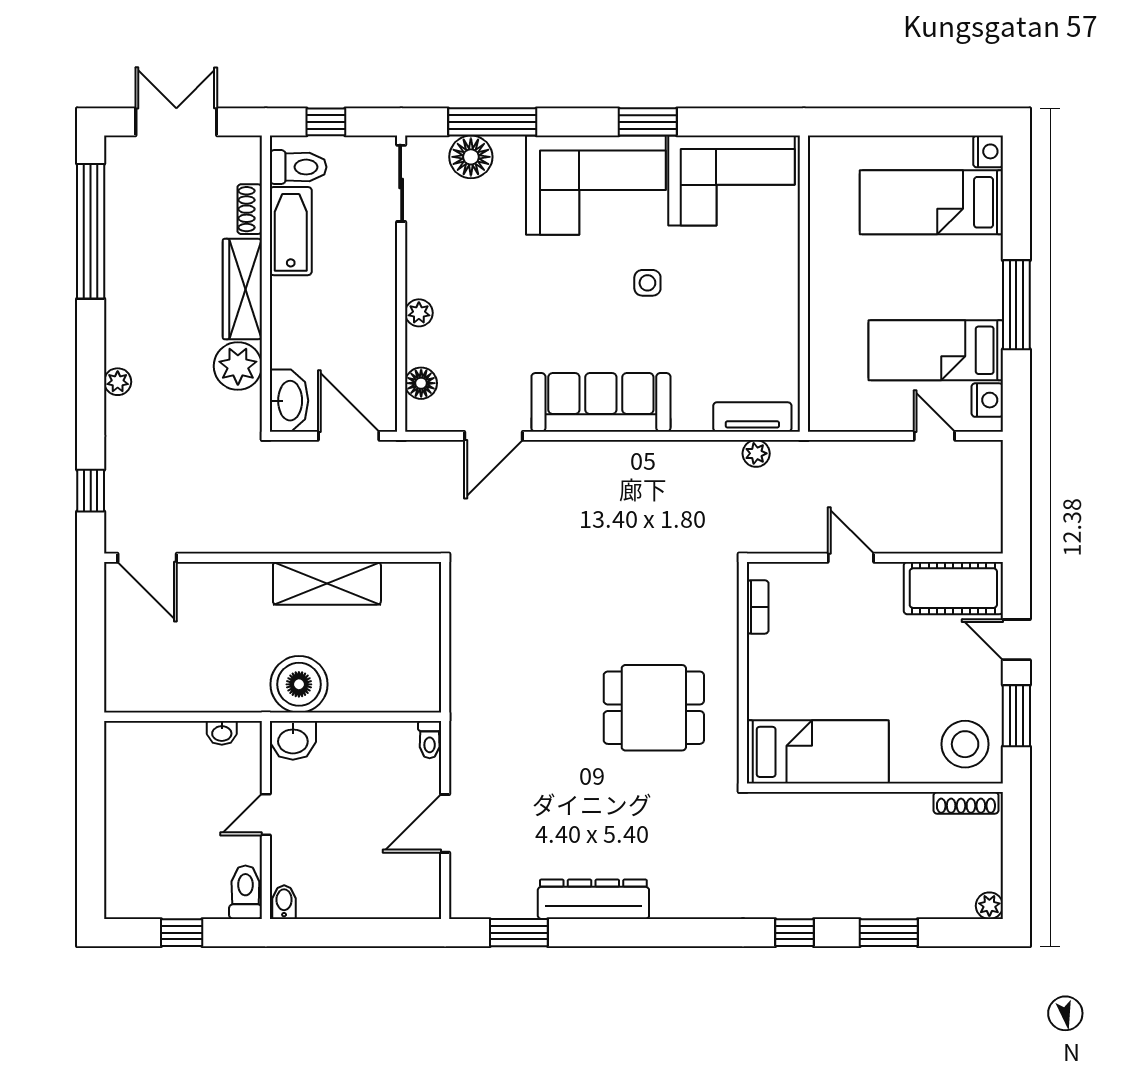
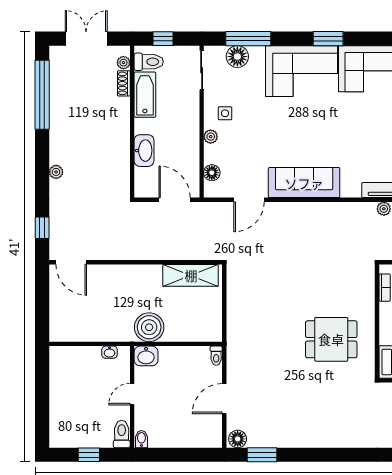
side table: (647, 283) -> (225, 113), moved
wardrobe: (242, 289) -> (120, 124), removed
plant: (238, 366) -> (123, 63), moved, width x0.53, depth x0.53
washbasin: (289, 401) -> (144, 151), moved
shelving: (327, 583) -> (191, 275), moved
dresser: (593, 899) -> (300, 438), removed
floor lamp: (471, 902) -> (238, 439), added

